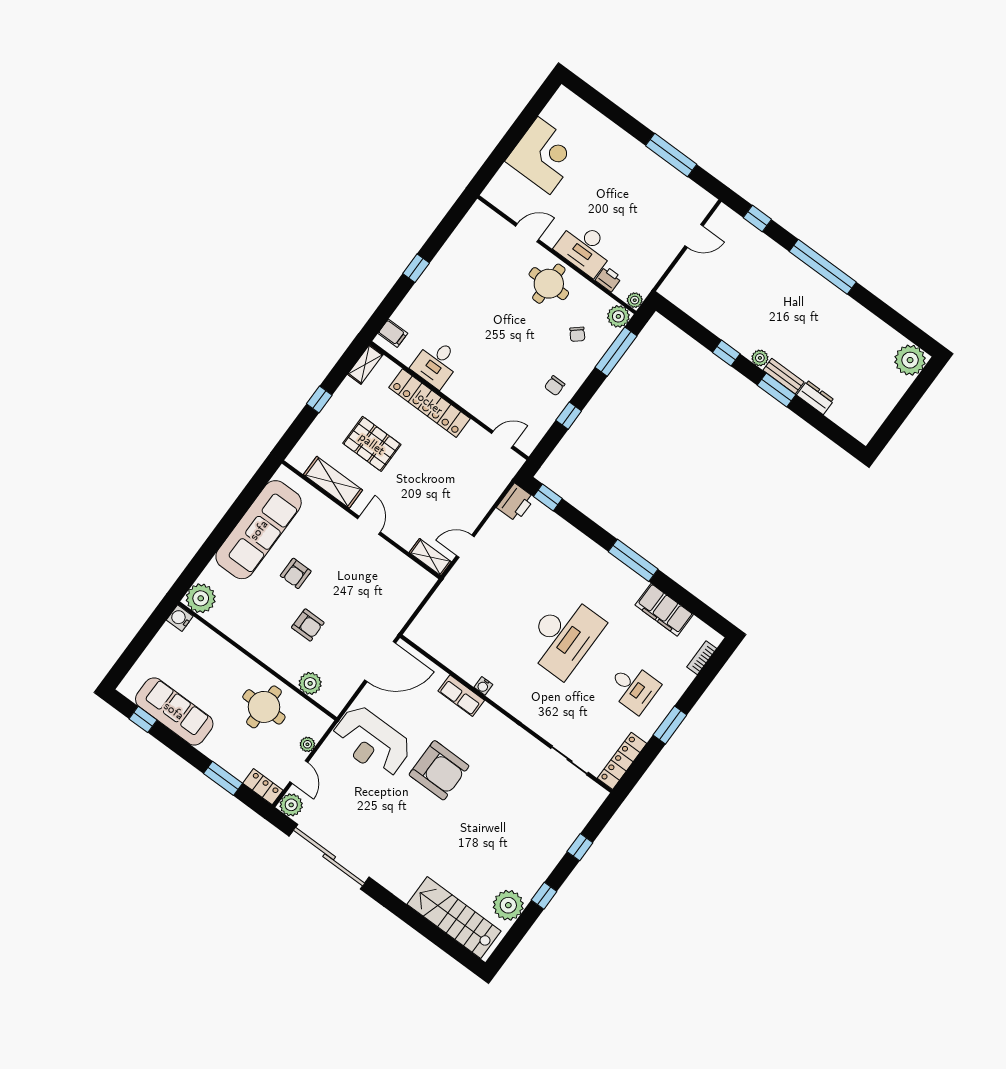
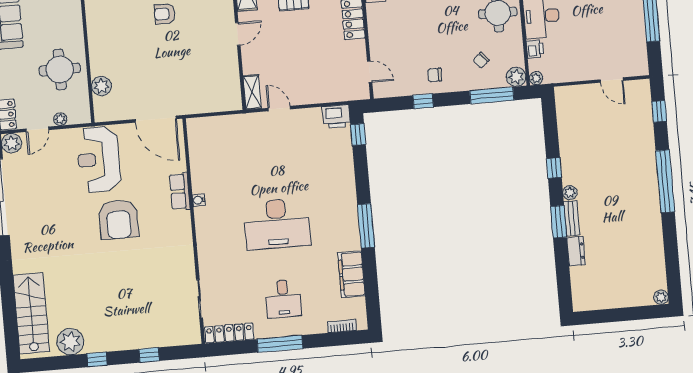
plant: (910, 360) -> (661, 297), width x0.53, depth x0.53
armchair: (308, 625) -> (138, 51), removed
window: (670, 725) -> (280, 344), width x1.44

